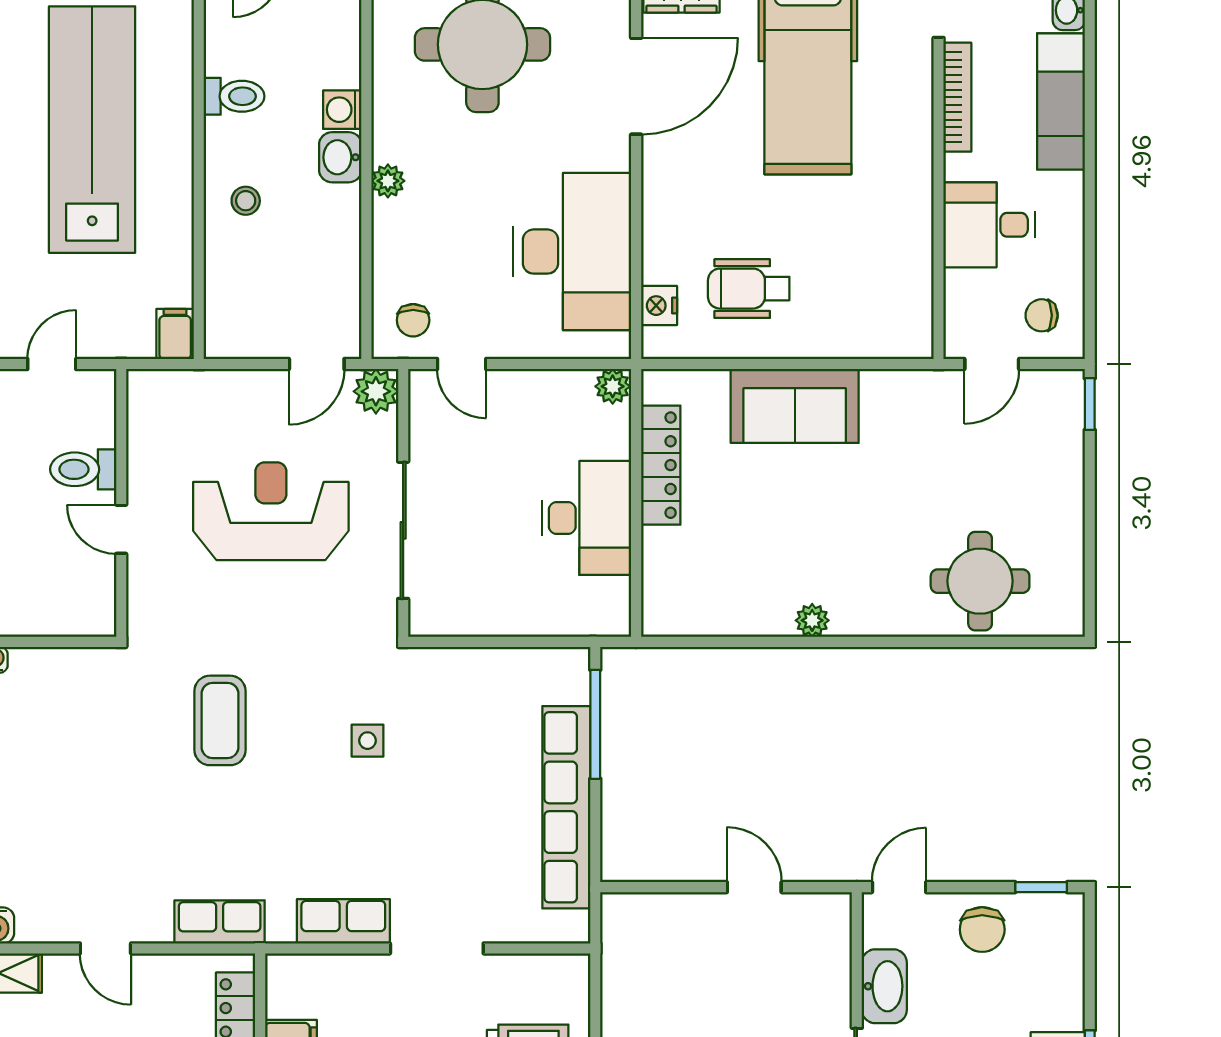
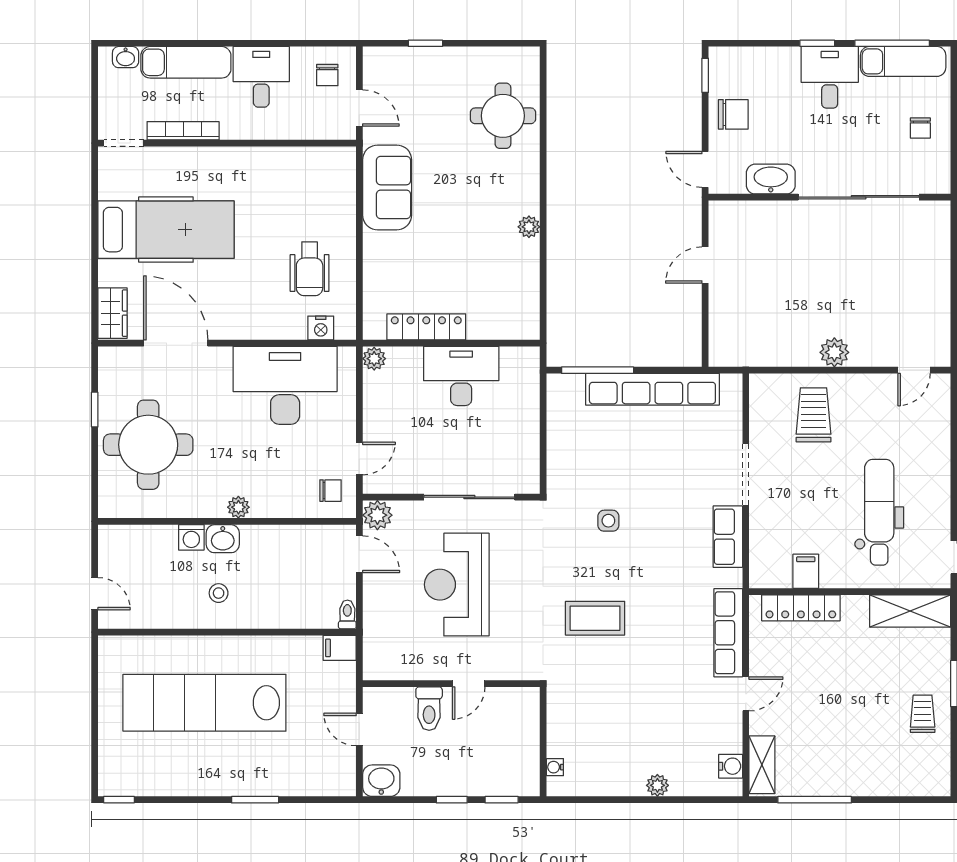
toilet: (234, 96) -> (347, 614), moved, width x0.73, depth x0.72
stool: (246, 201) -> (219, 593), moved
desk: (989, 225) -> (261, 77), moved, turned 180
window: (1090, 404) -> (425, 43), moved
sofa: (795, 406) -> (387, 187), moved
row of seats: (220, 922) -> (728, 633), width x1.48

